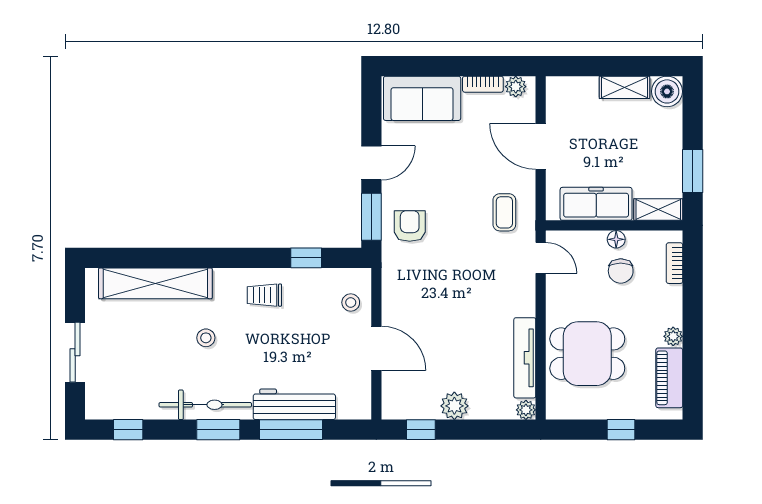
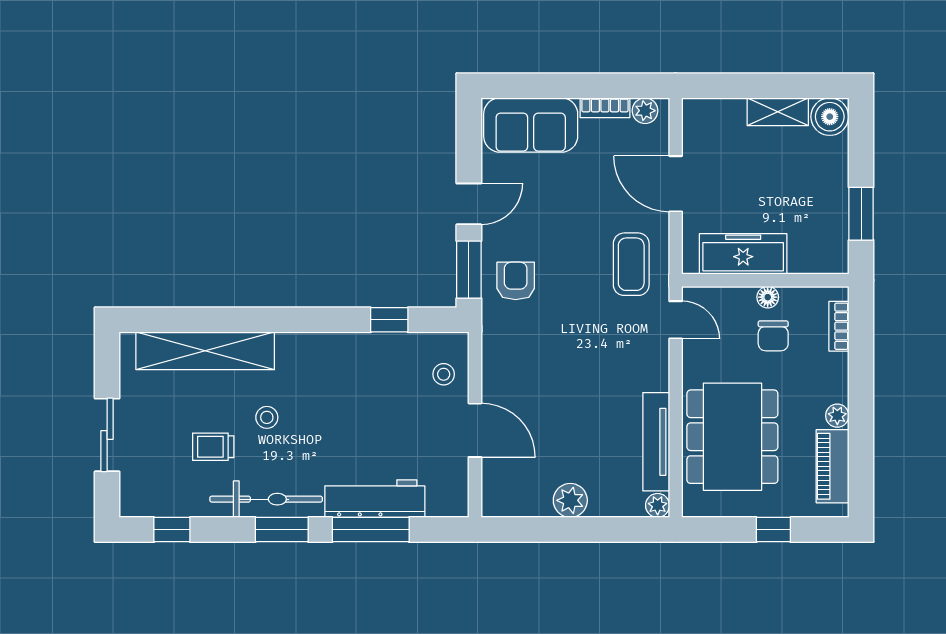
shelving: (658, 210) -> (819, 261), removed
coffee table: (504, 212) -> (631, 264), width x1.36, depth x1.30
trolley: (264, 295) -> (213, 447), moved
dining table: (587, 354) -> (732, 437), width x1.38
window: (421, 430) -> (529, 530), removed

